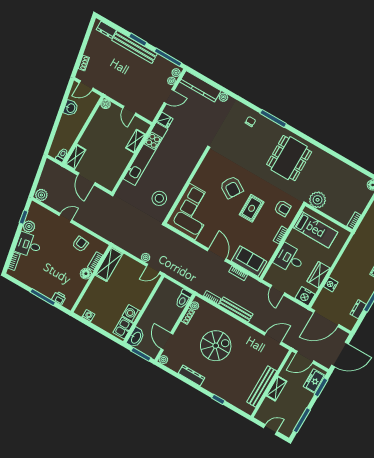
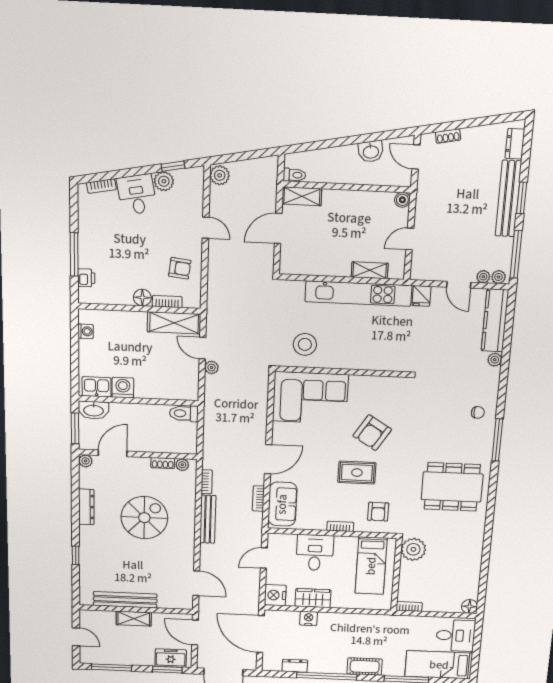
door: (153, 269) -> (202, 348), moved
toilet: (184, 299) -> (184, 413), moved
spiral stairs: (216, 346) -> (144, 518), turned -90

